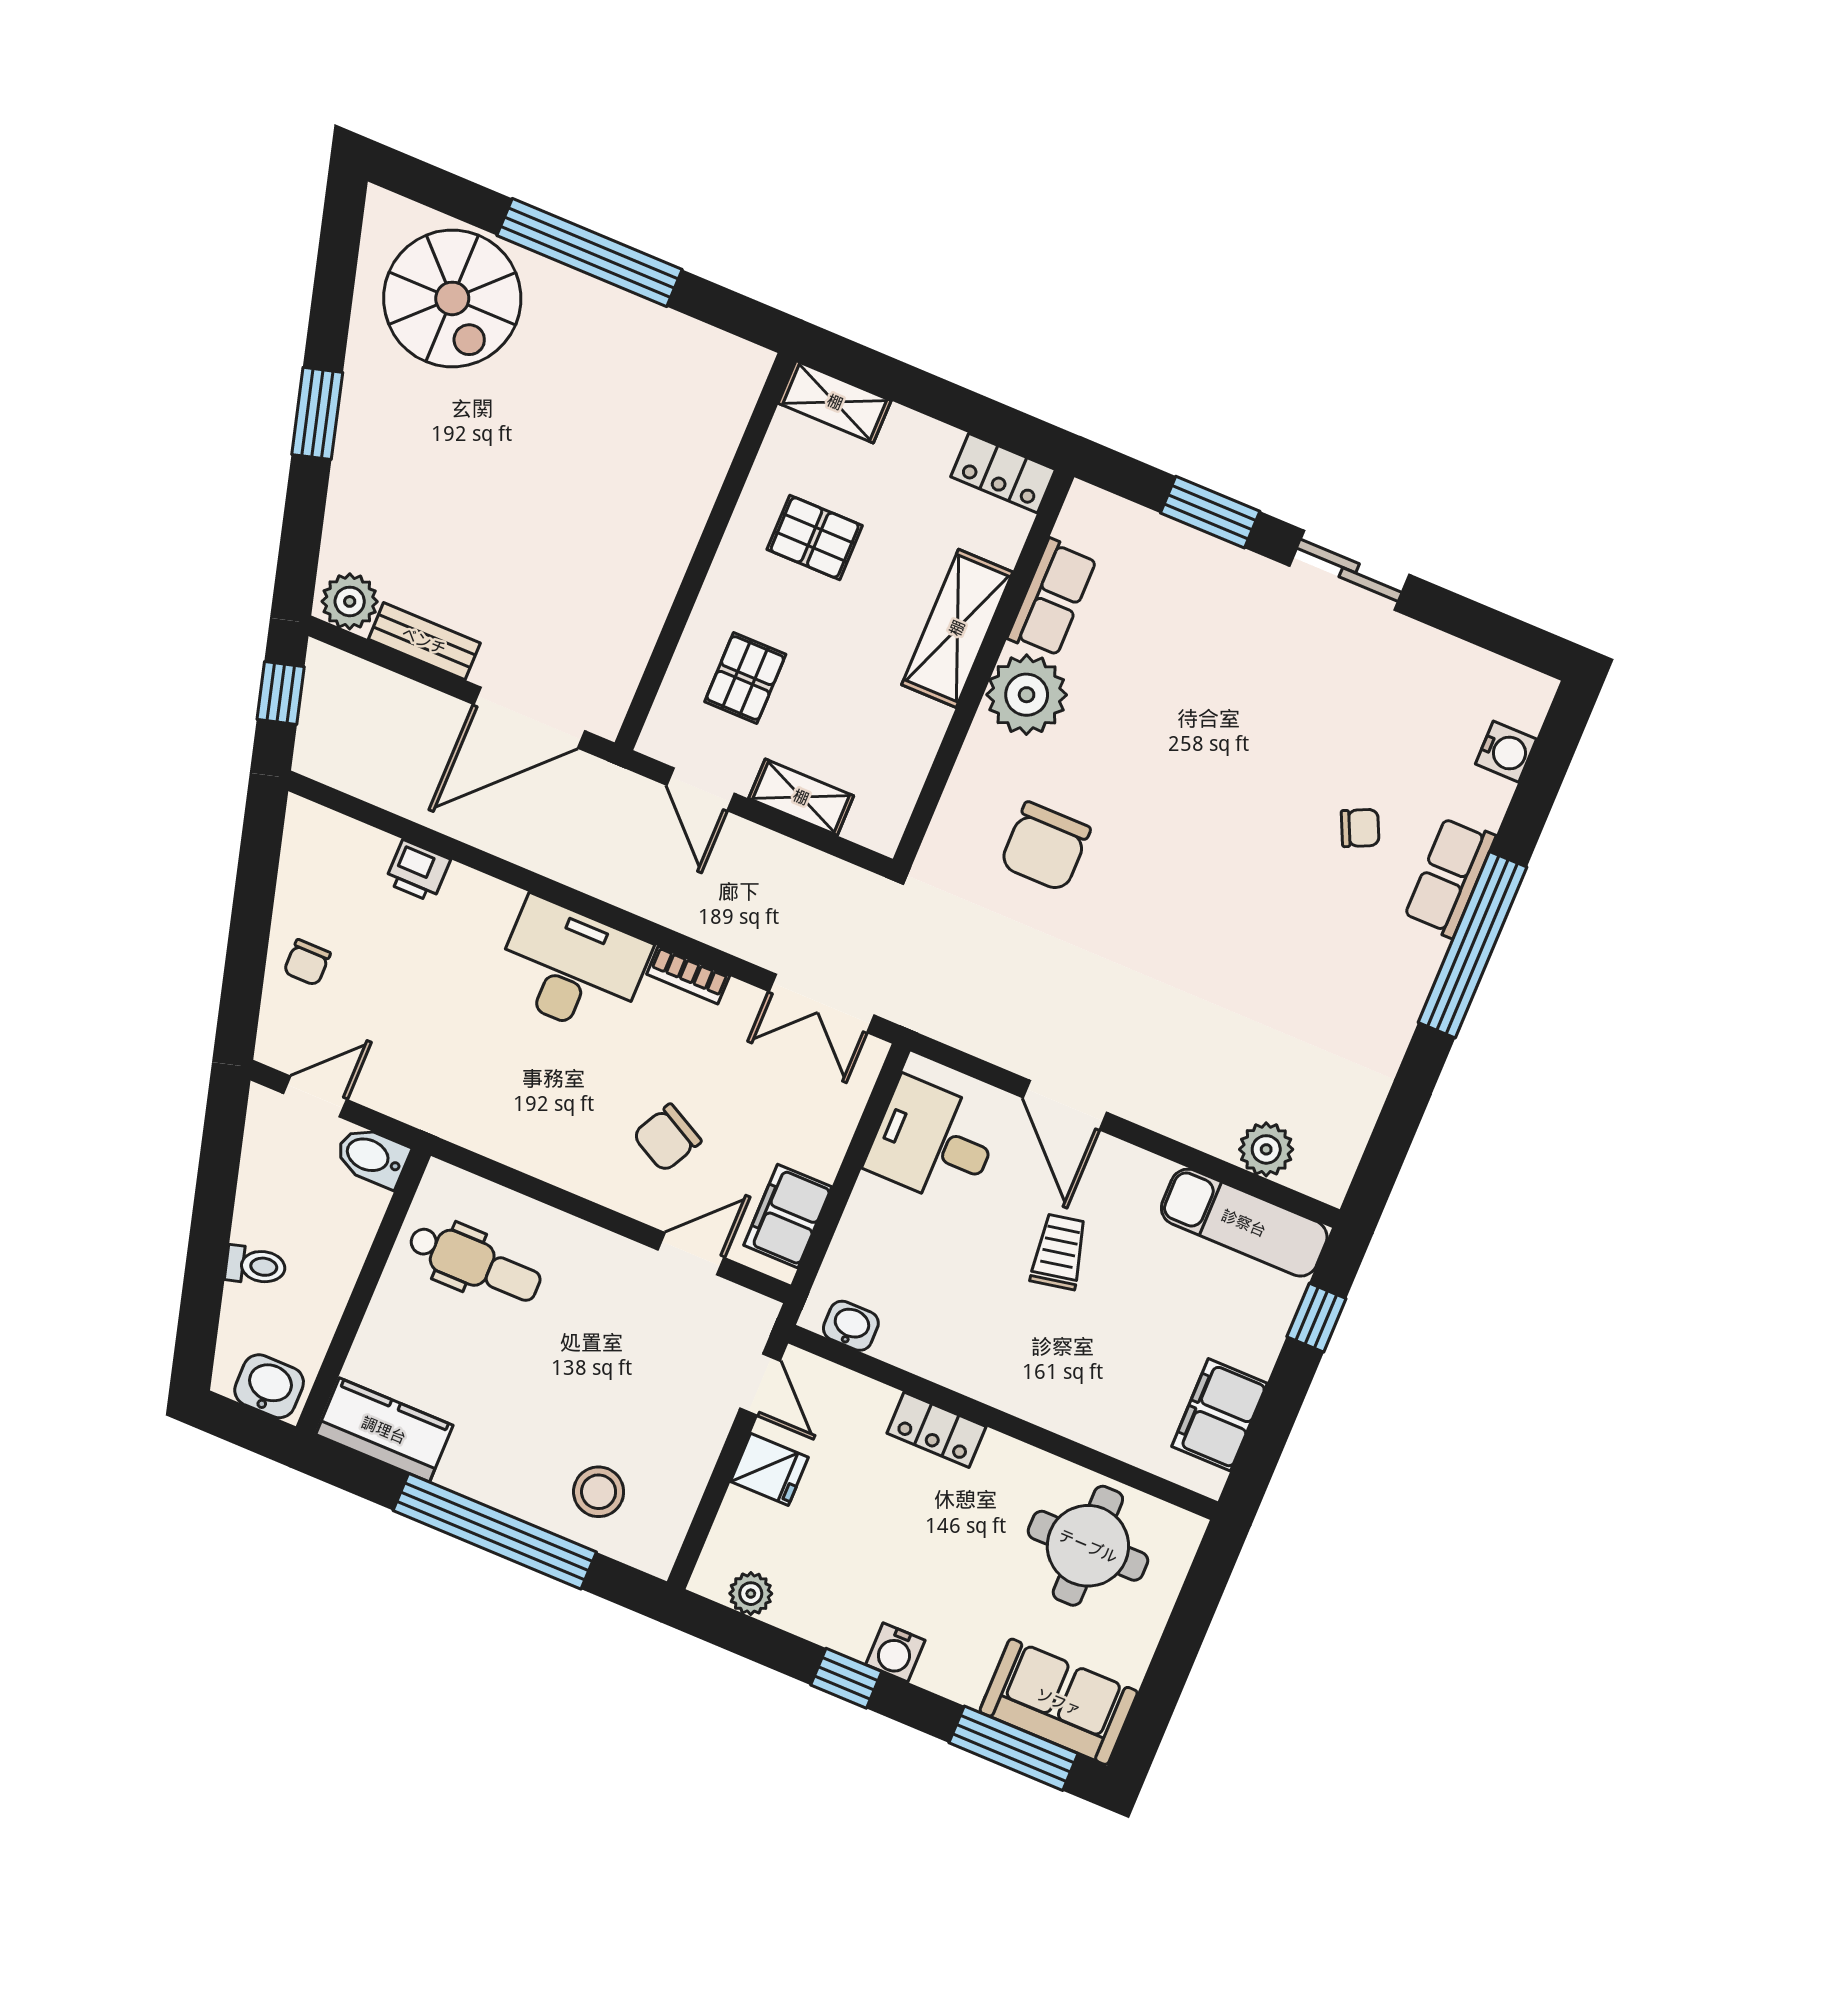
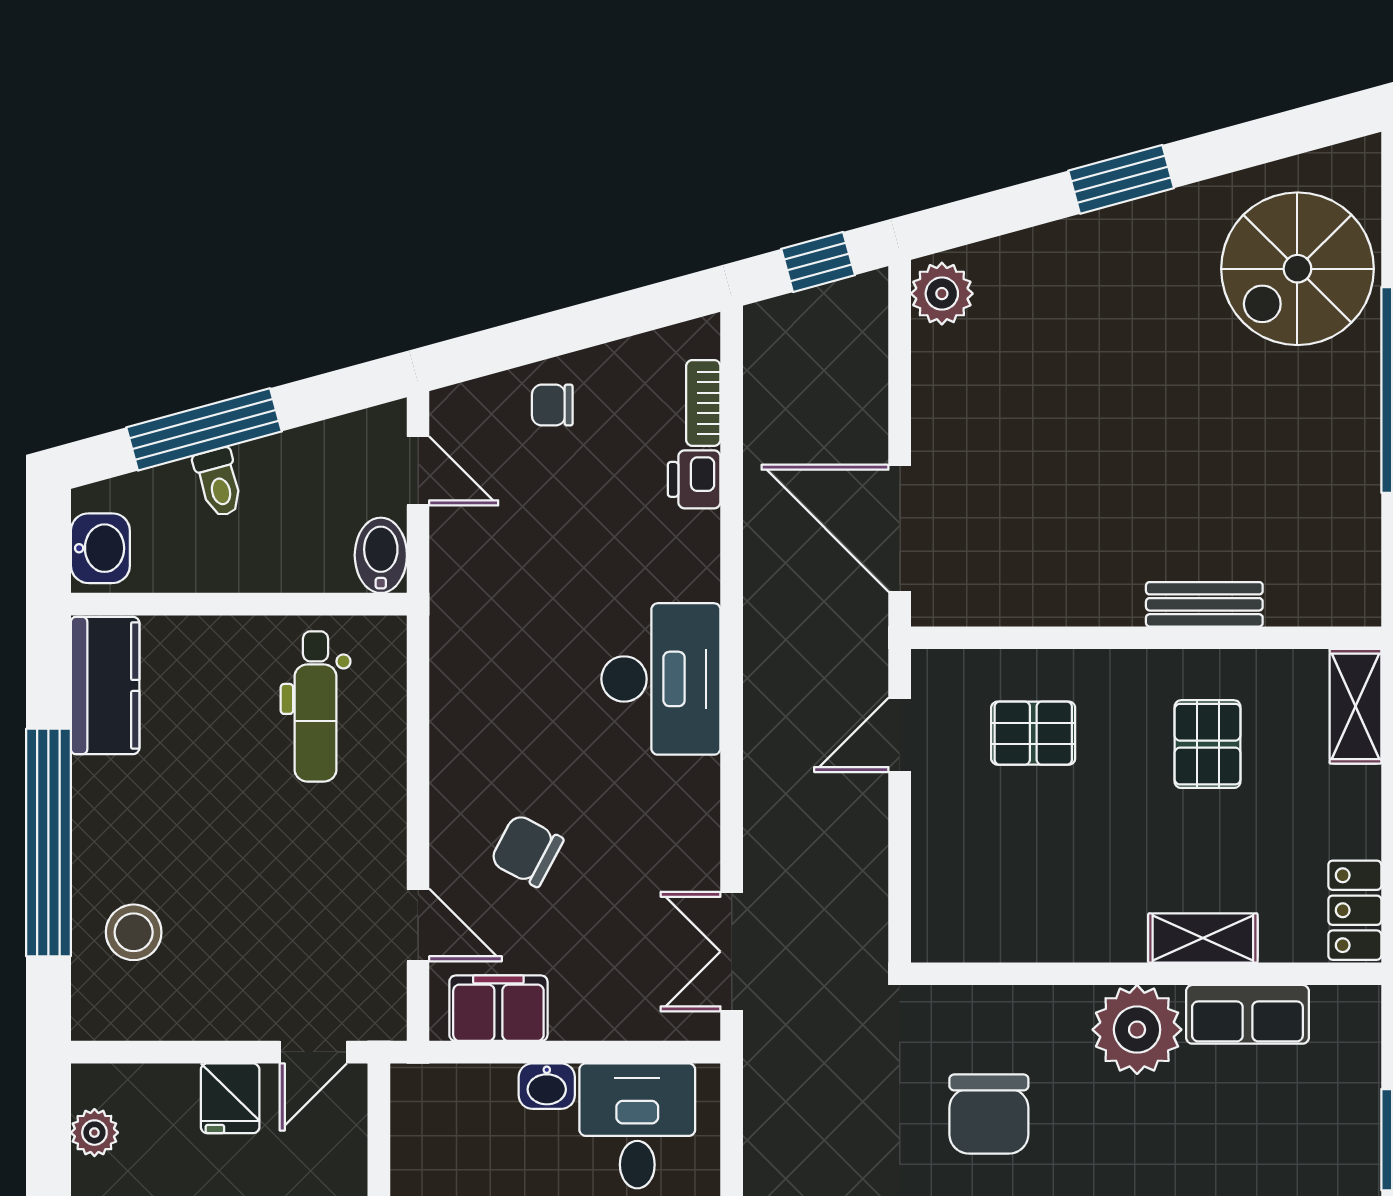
shelving: (957, 628) -> (1203, 938), width x0.67, depth x0.75
bench: (424, 641) -> (1204, 604), moved, turned 90
shelving: (801, 797) -> (935, 842), removed
chair: (1045, 847) -> (989, 1114), turned -90
bookcase: (688, 975) -> (703, 403), moved
window: (207, 1259) -> (204, 429), added
washbasin: (851, 1326) -> (547, 1086), moved, turned 90

